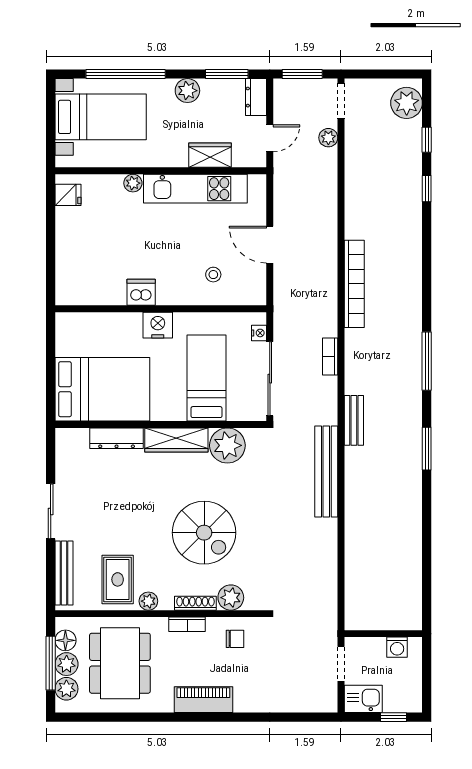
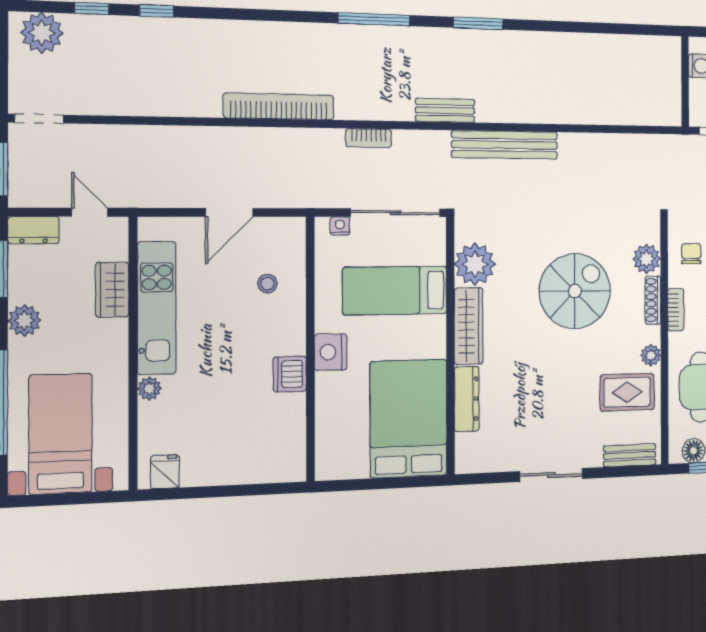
plant: (328, 138) -> (89, 136), removed
bench: (64, 573) -> (630, 455), width x0.73

